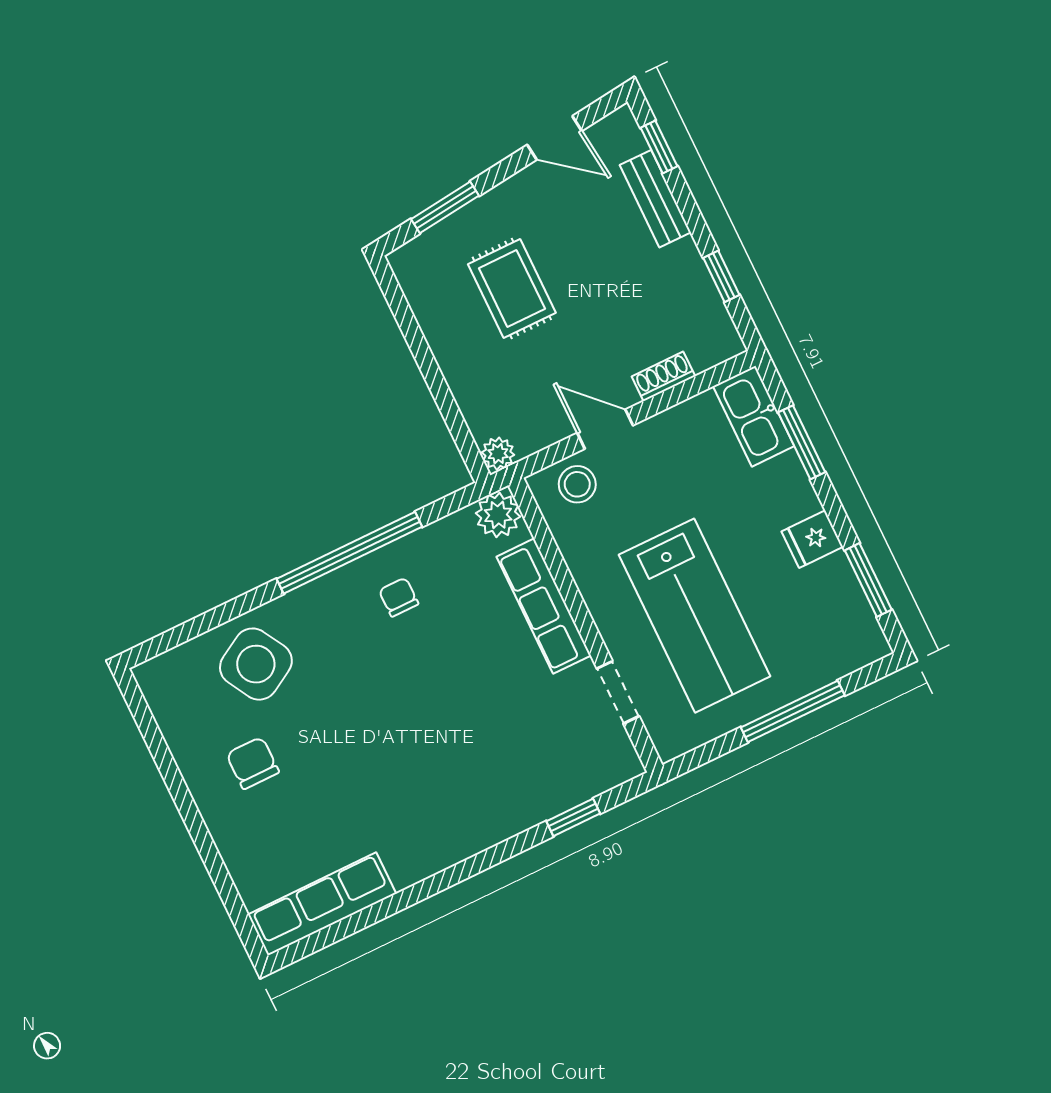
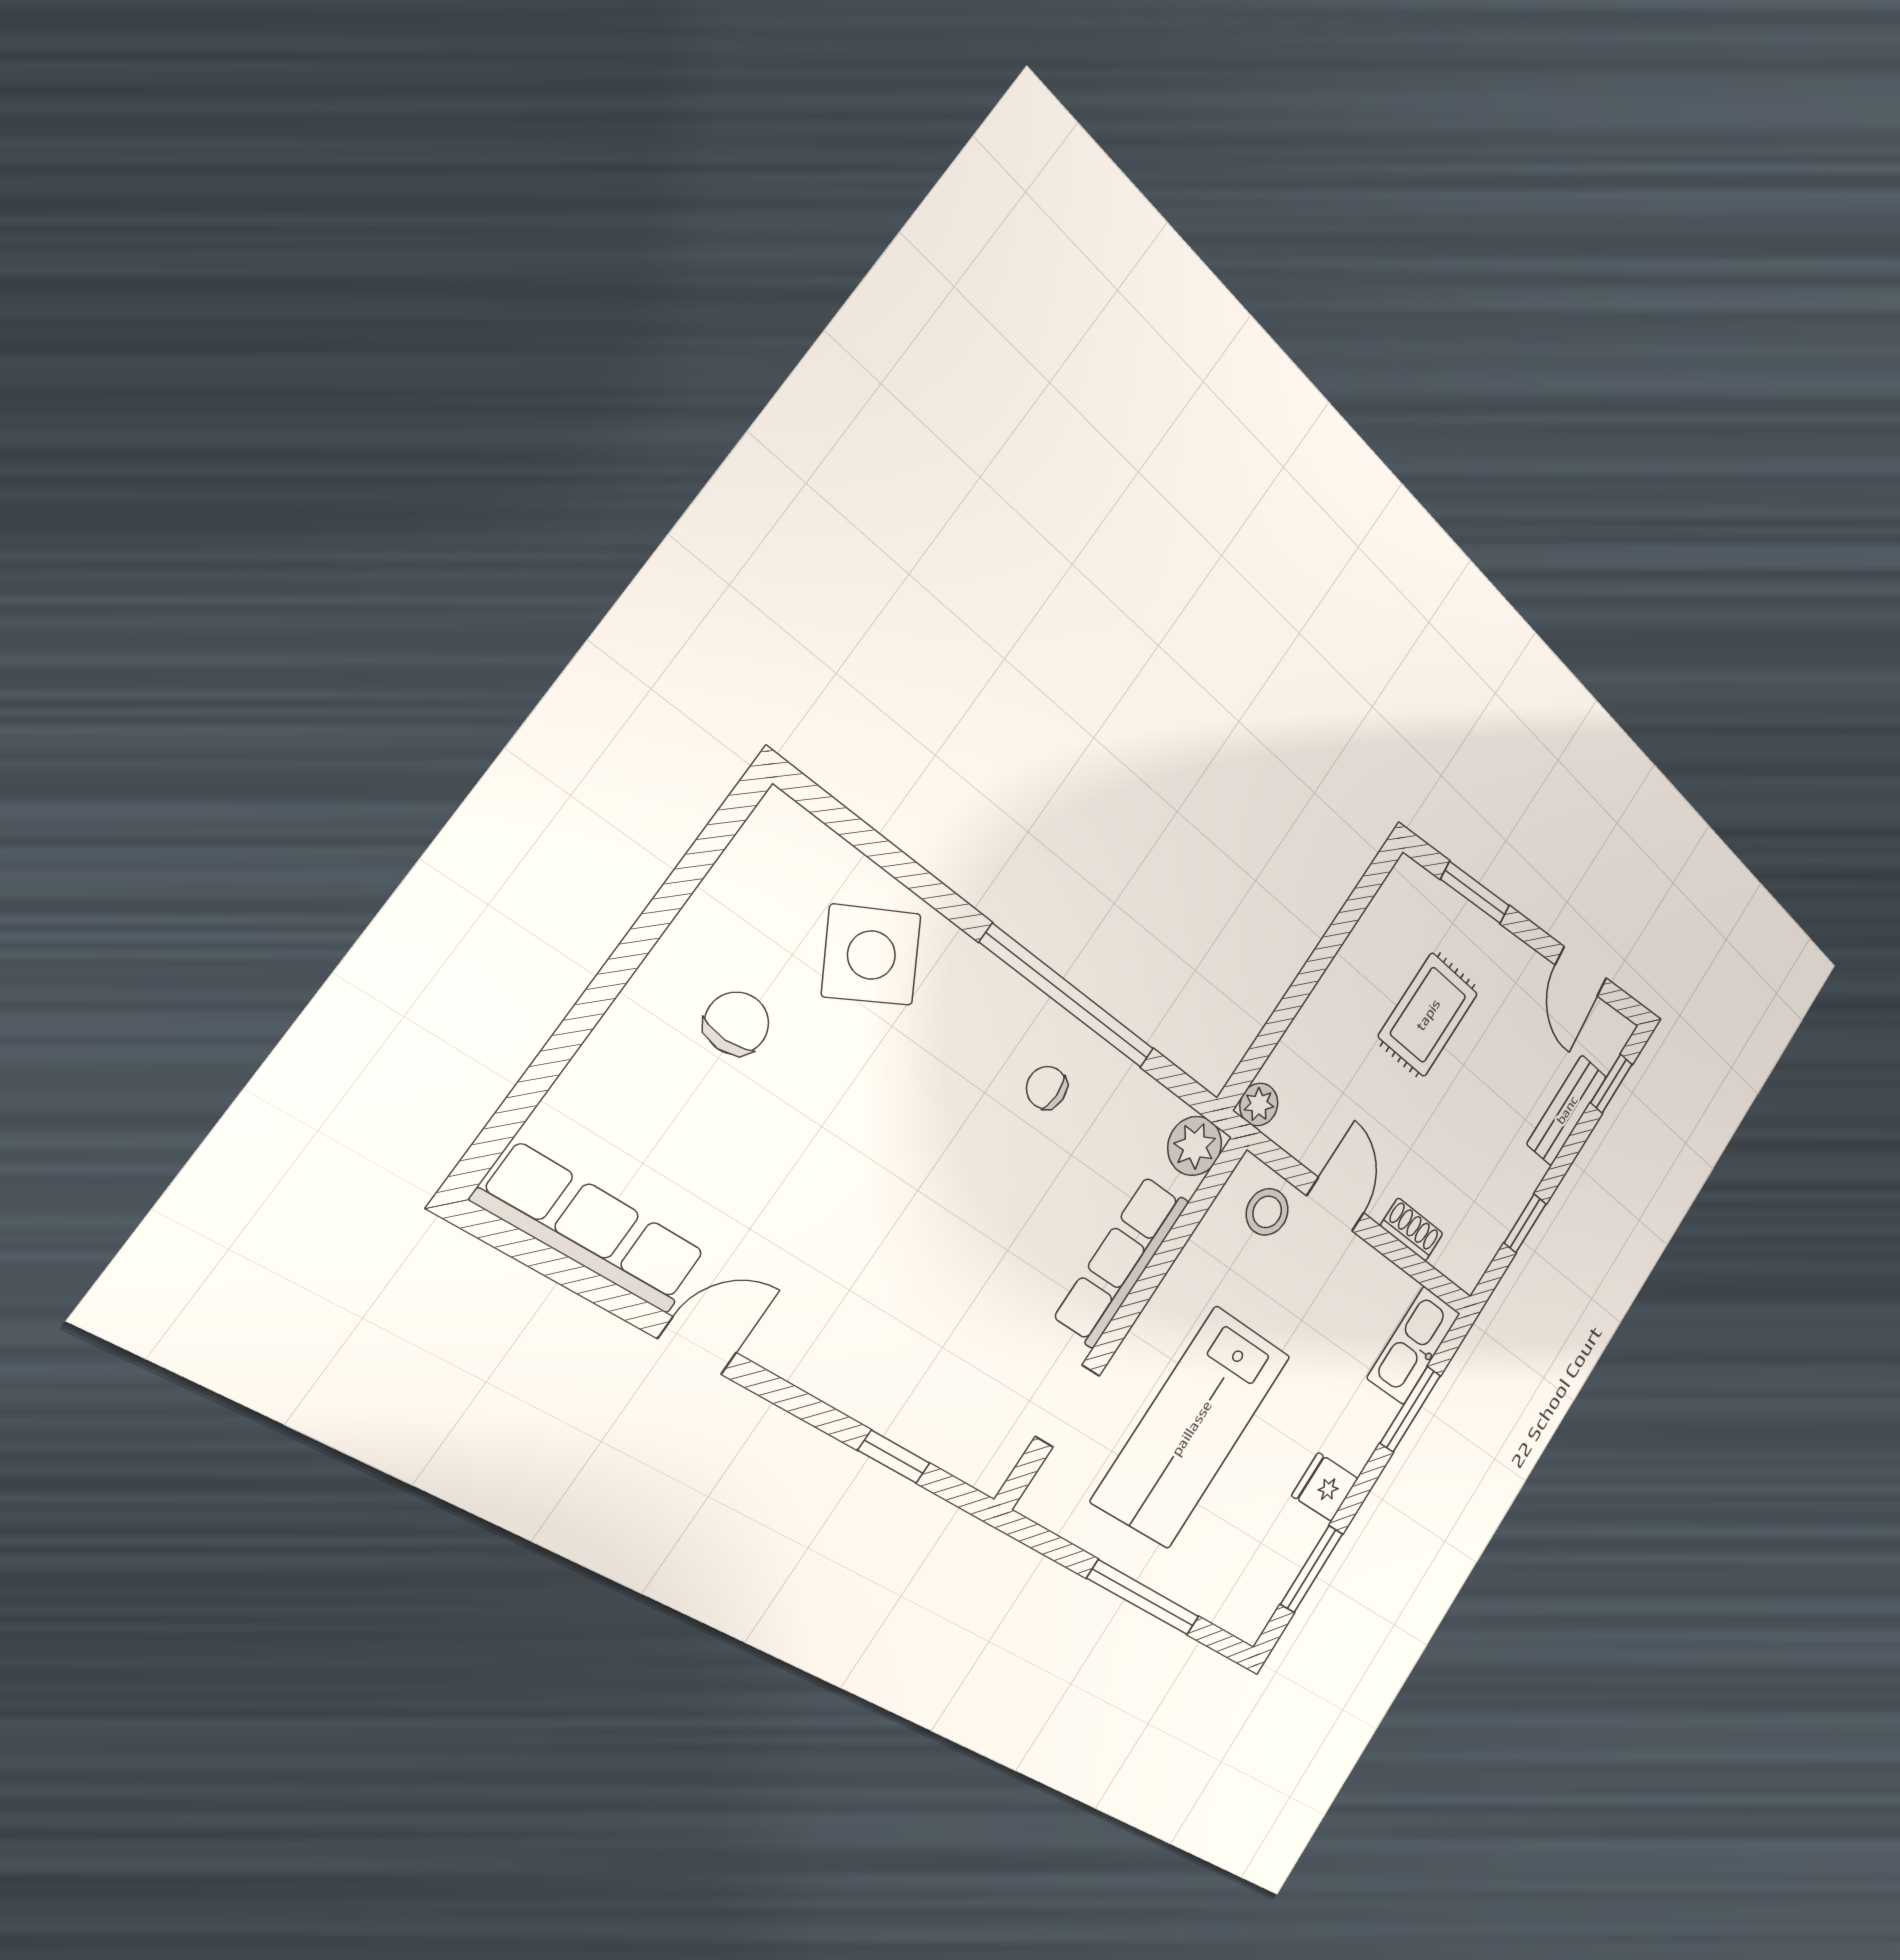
chair: (399, 597) -> (1047, 1088), turned -90
door: (426, 889) -> (697, 1346), added

